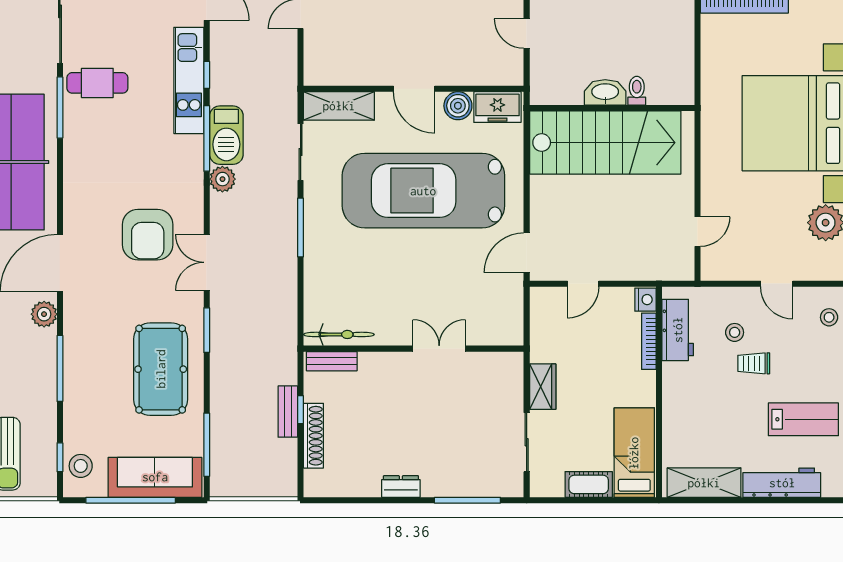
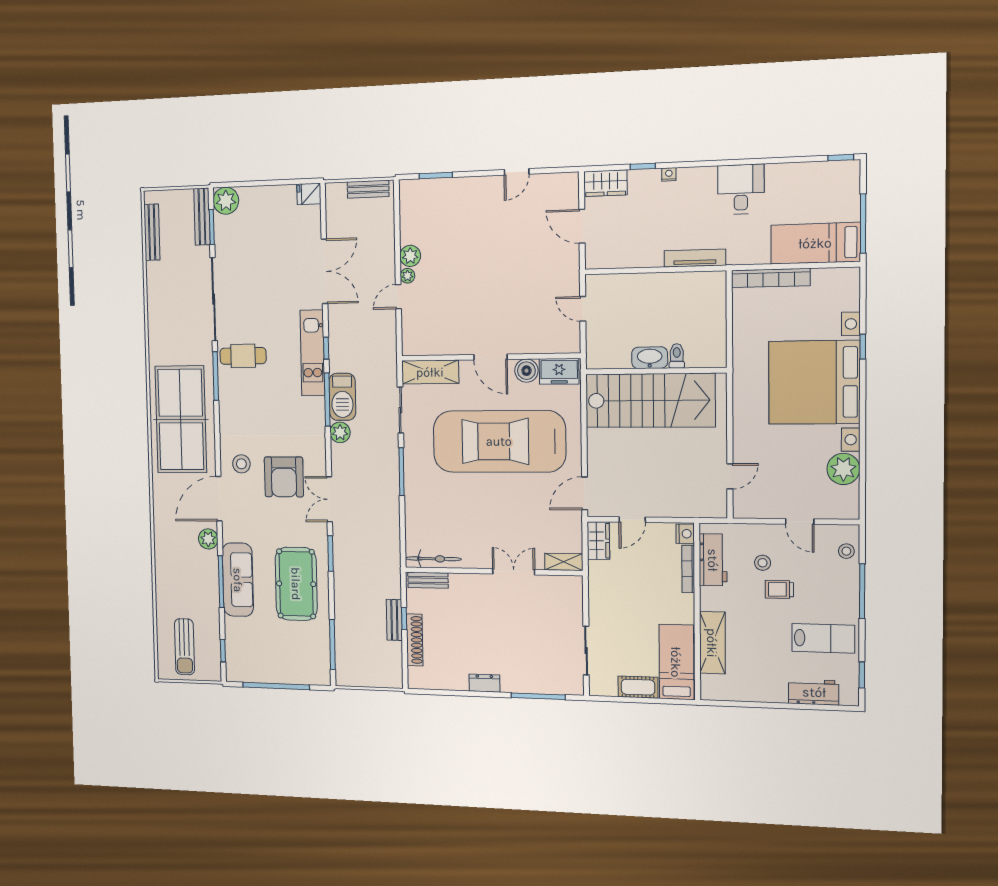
shelving: (500, 335) -> (564, 562), added
wardrobe: (543, 387) -> (598, 541), moved
stool: (81, 466) -> (241, 464), moved
sofa: (155, 477) -> (238, 580), moved, turned 90
shelving: (704, 483) -> (712, 643), moved, turned 90
workbench: (782, 483) -> (814, 692), width x0.73

